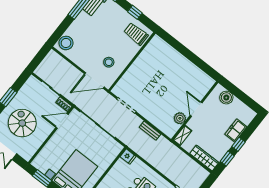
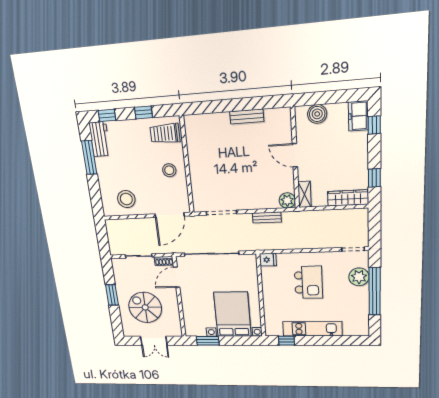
stool: (66, 43) -> (126, 199), moved
stool: (109, 62) -> (169, 170), moved
bench: (189, 66) -> (247, 117), added
plant: (180, 118) -> (287, 200), moved
freezer: (236, 130) -> (358, 116), moved
window: (238, 144) -> (374, 125), moved

